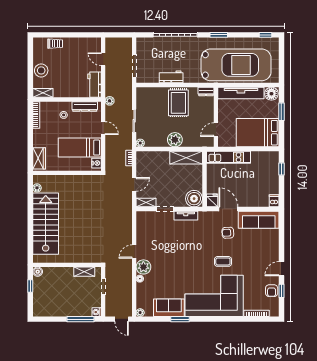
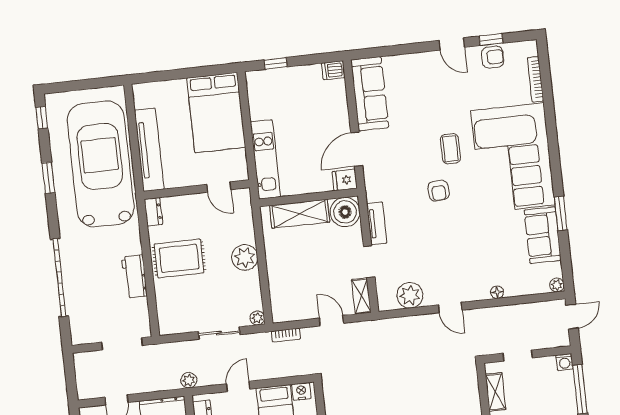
window: (219, 35) -> (48, 178), moved
floor lamp: (271, 94) -> (145, 96), removed
window: (281, 112) -> (175, 75), removed
shelving: (186, 158) -> (300, 214), moved, turned 90
armchair: (228, 233) -> (439, 191), moved
plant: (143, 267) -> (410, 295), moved

